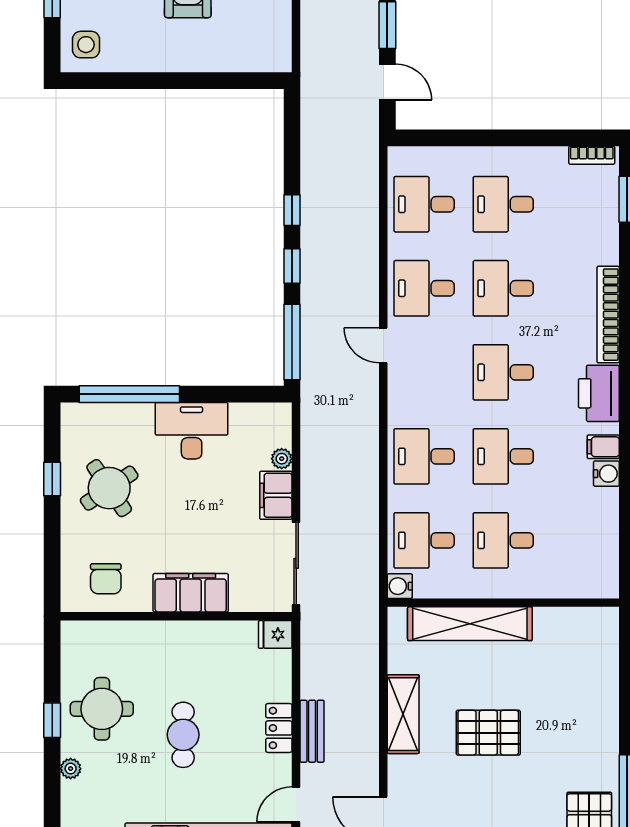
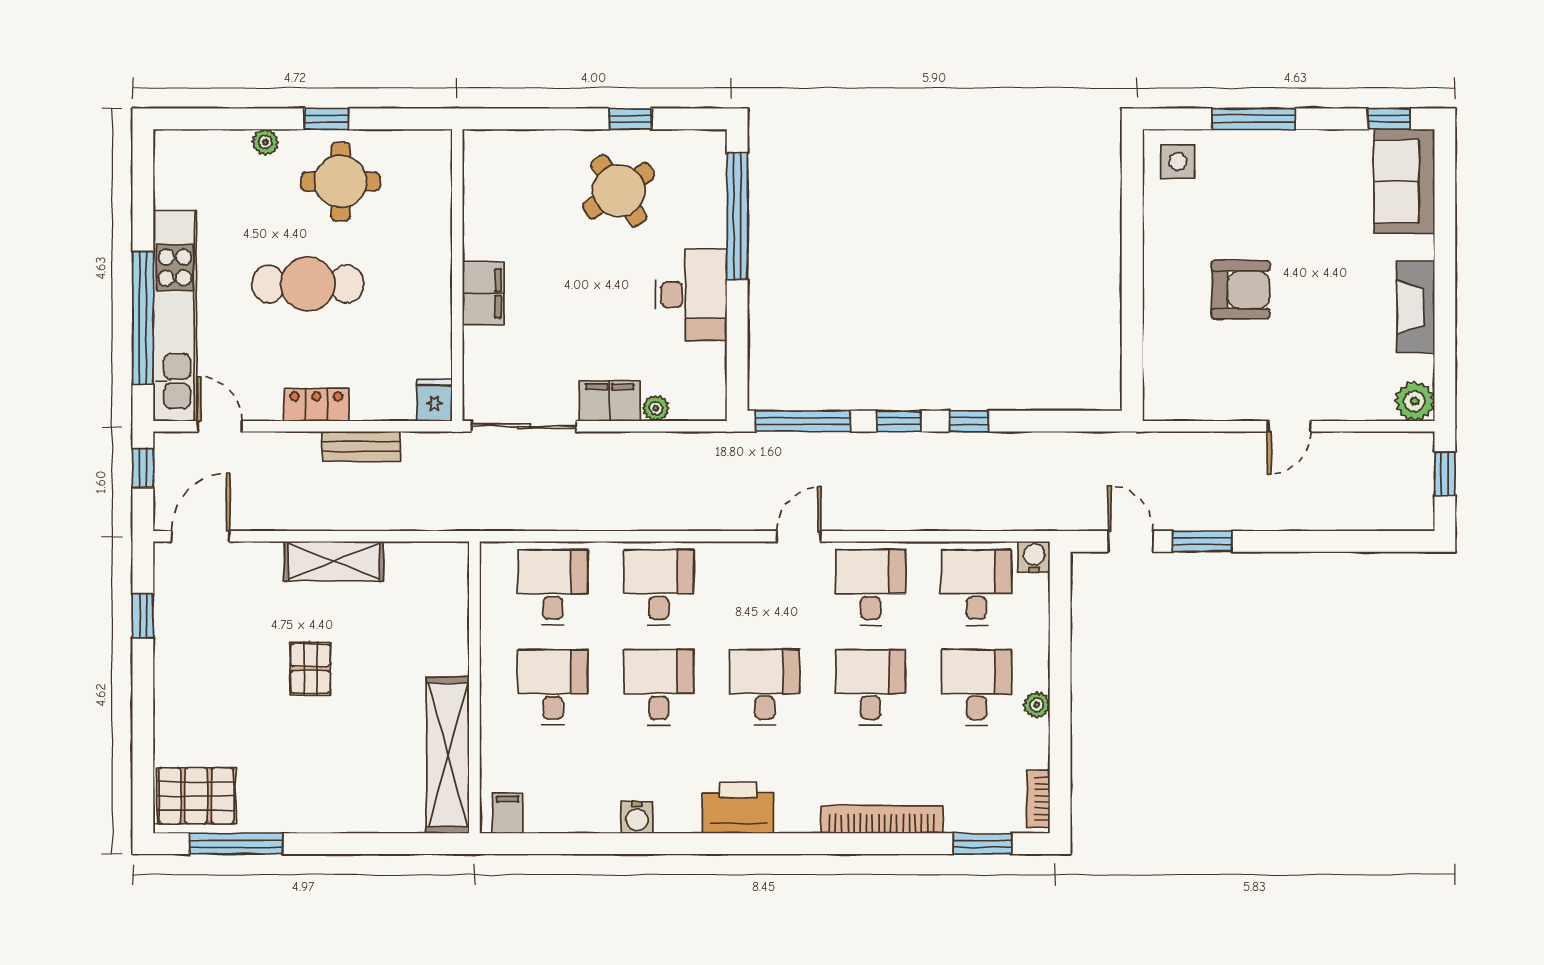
door: (387, 82) -> (1131, 541), swing flipped
plant: (517, 156) -> (1037, 705), added
bookcase: (608, 315) -> (882, 820), moved
filing cabinet: (603, 447) -> (508, 813), moved
chair: (106, 579) -> (505, 187), removed
water cooler: (400, 586) -> (1034, 557), moved
filing cabinet: (191, 593) -> (483, 293), width x0.67, depth x0.86
shelving: (470, 624) -> (448, 755), moved
bench: (312, 731) -> (362, 446), moved
pallet: (488, 733) -> (310, 668), width x0.67, depth x0.71
cafe table: (183, 735) -> (308, 284), width x1.37, depth x1.35

